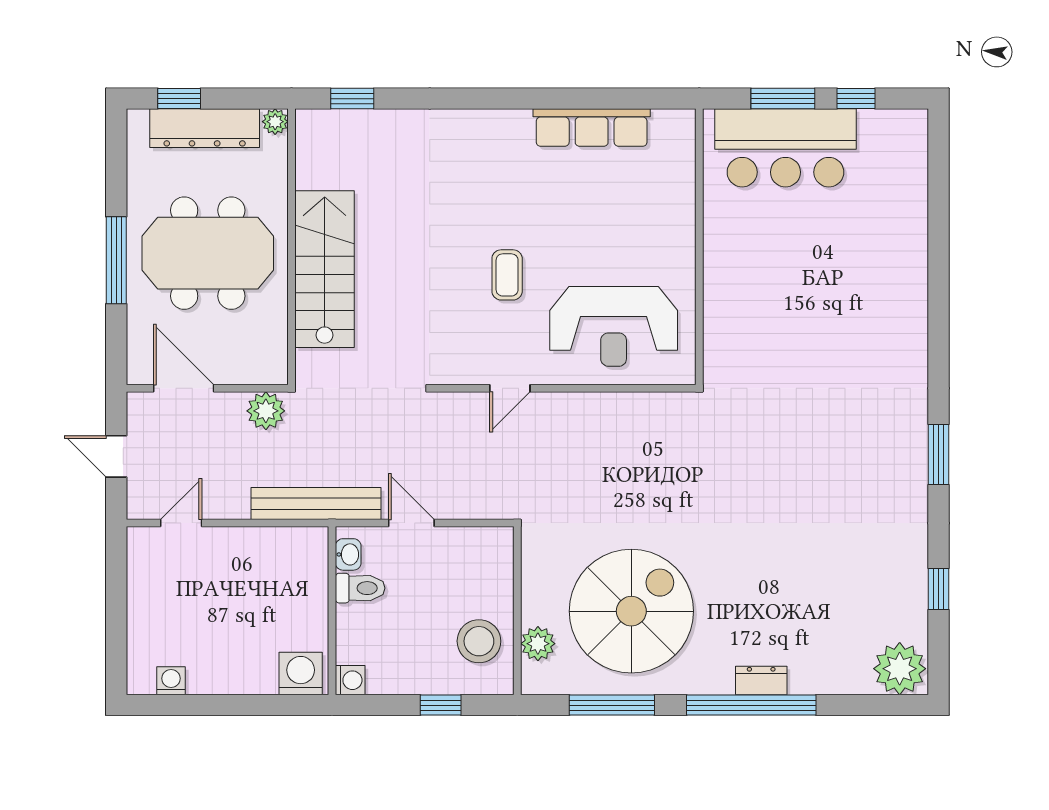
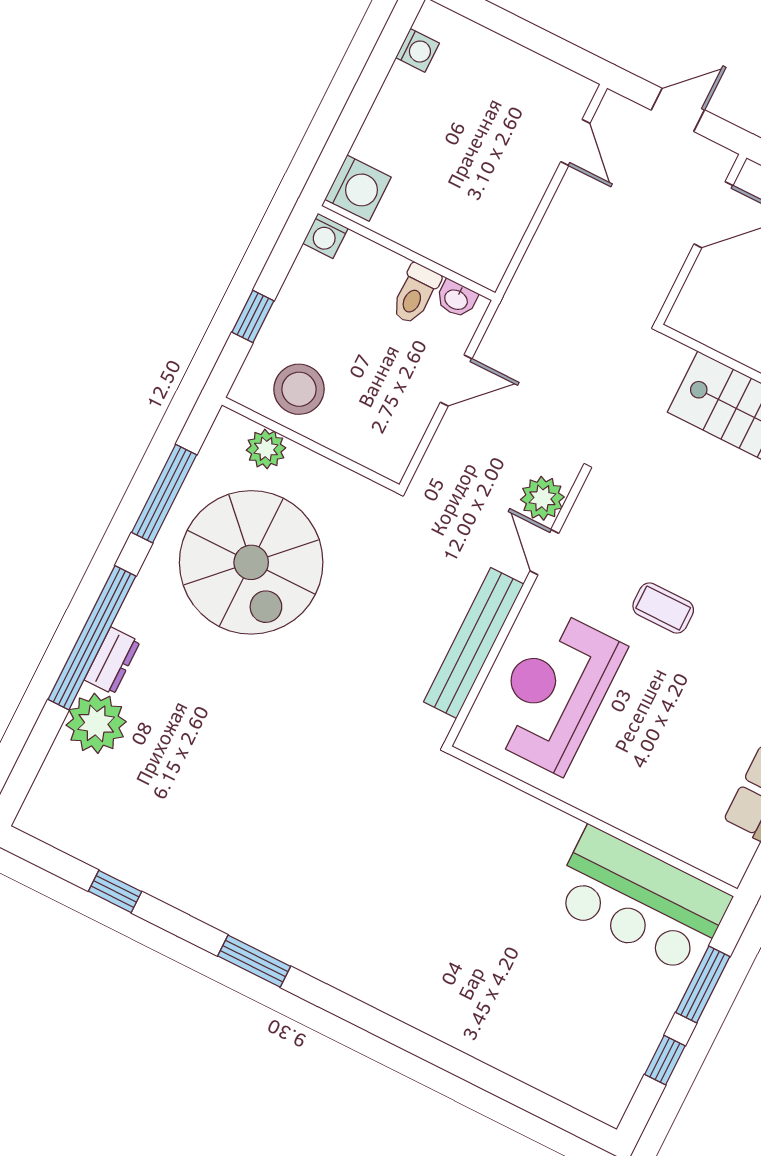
bar counter: (785, 148) -> (641, 900), moved, turned -90
plant: (266, 411) -> (542, 498), moved
bench: (316, 504) -> (474, 643), moved
plant: (900, 669) -> (96, 723), moved

